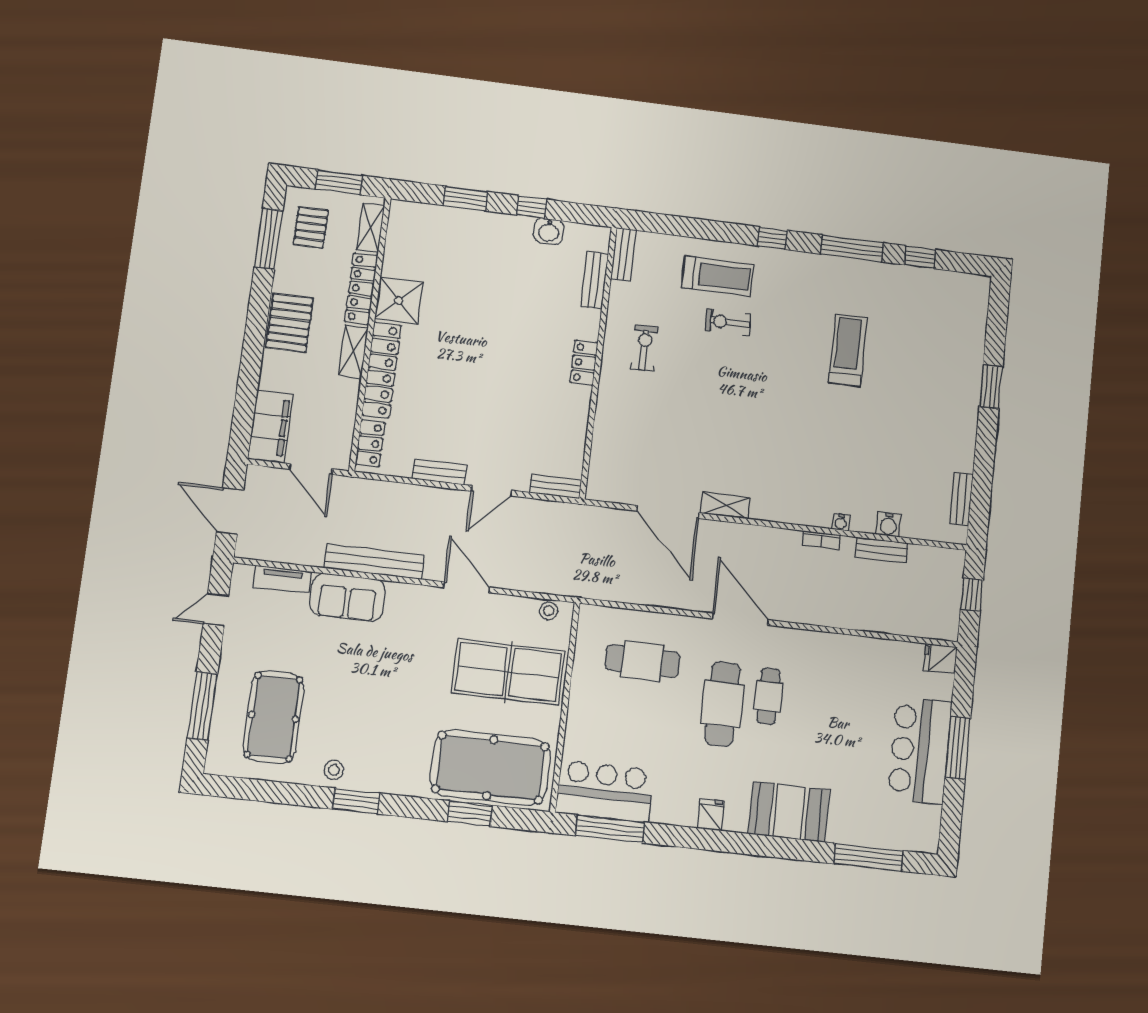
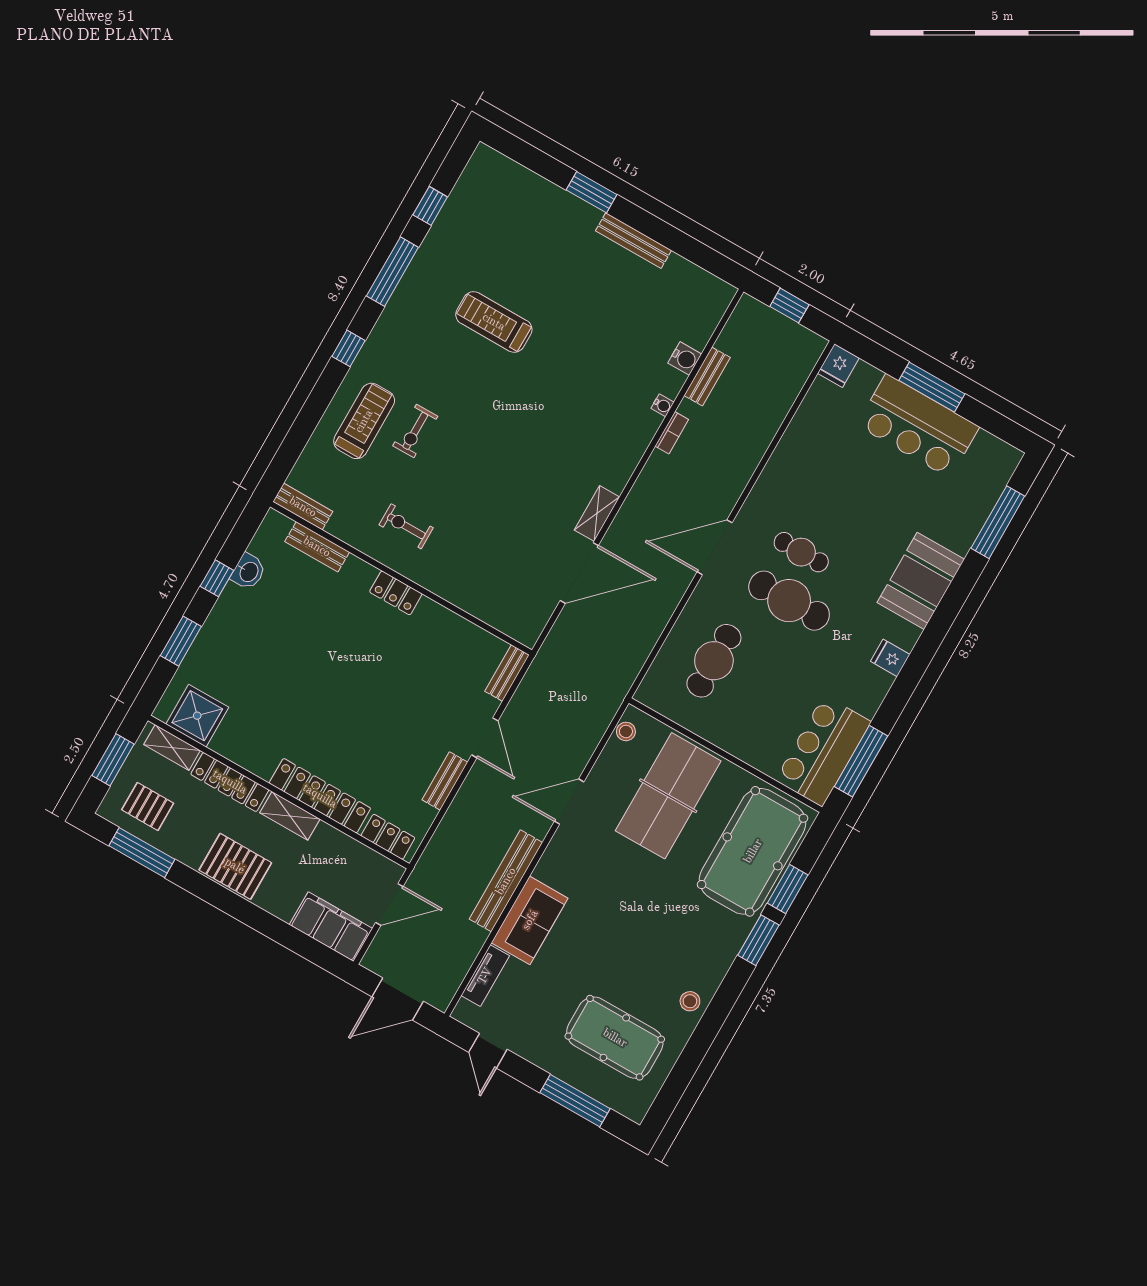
shower: (399, 300) -> (197, 716), moved
bench: (961, 499) -> (633, 241), moved, width x1.36
window: (356, 801) -> (758, 940), moved

